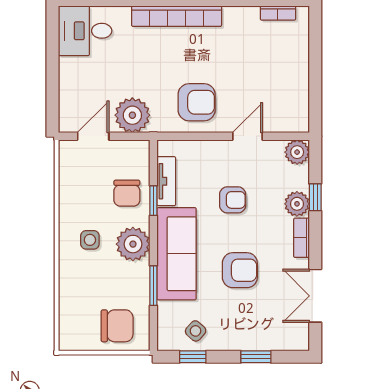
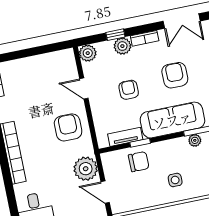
plant: (133, 244) -> (195, 140), moved, width x0.53, depth x0.53

